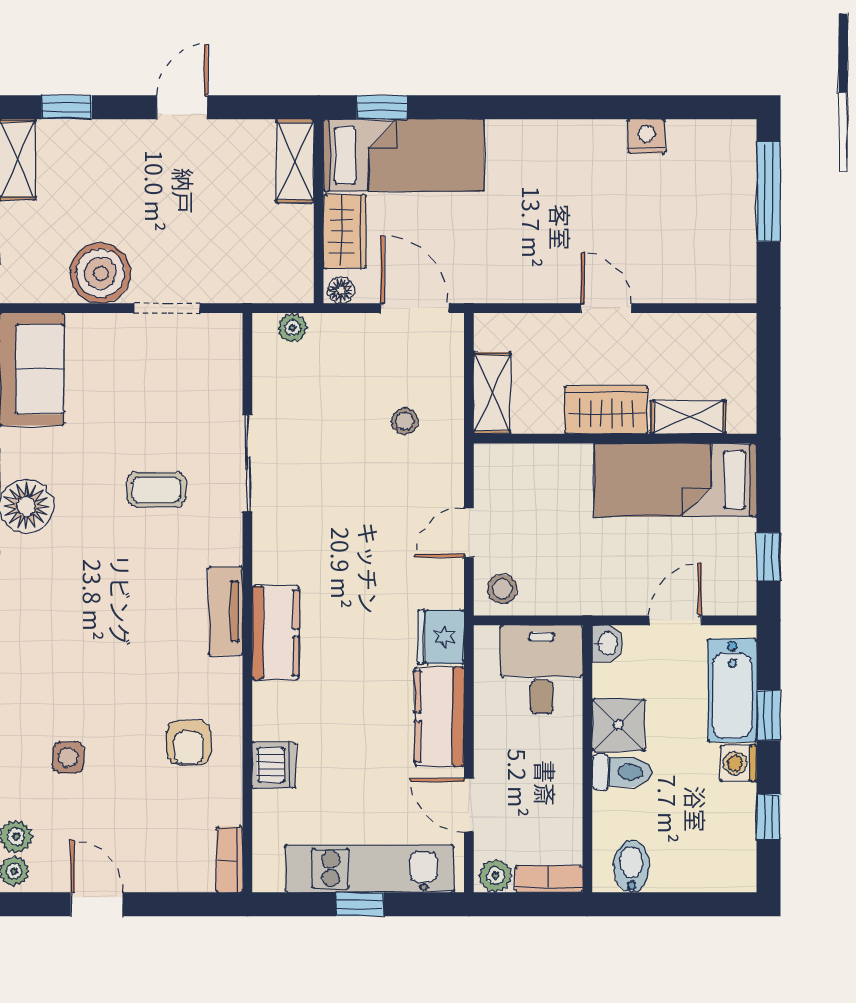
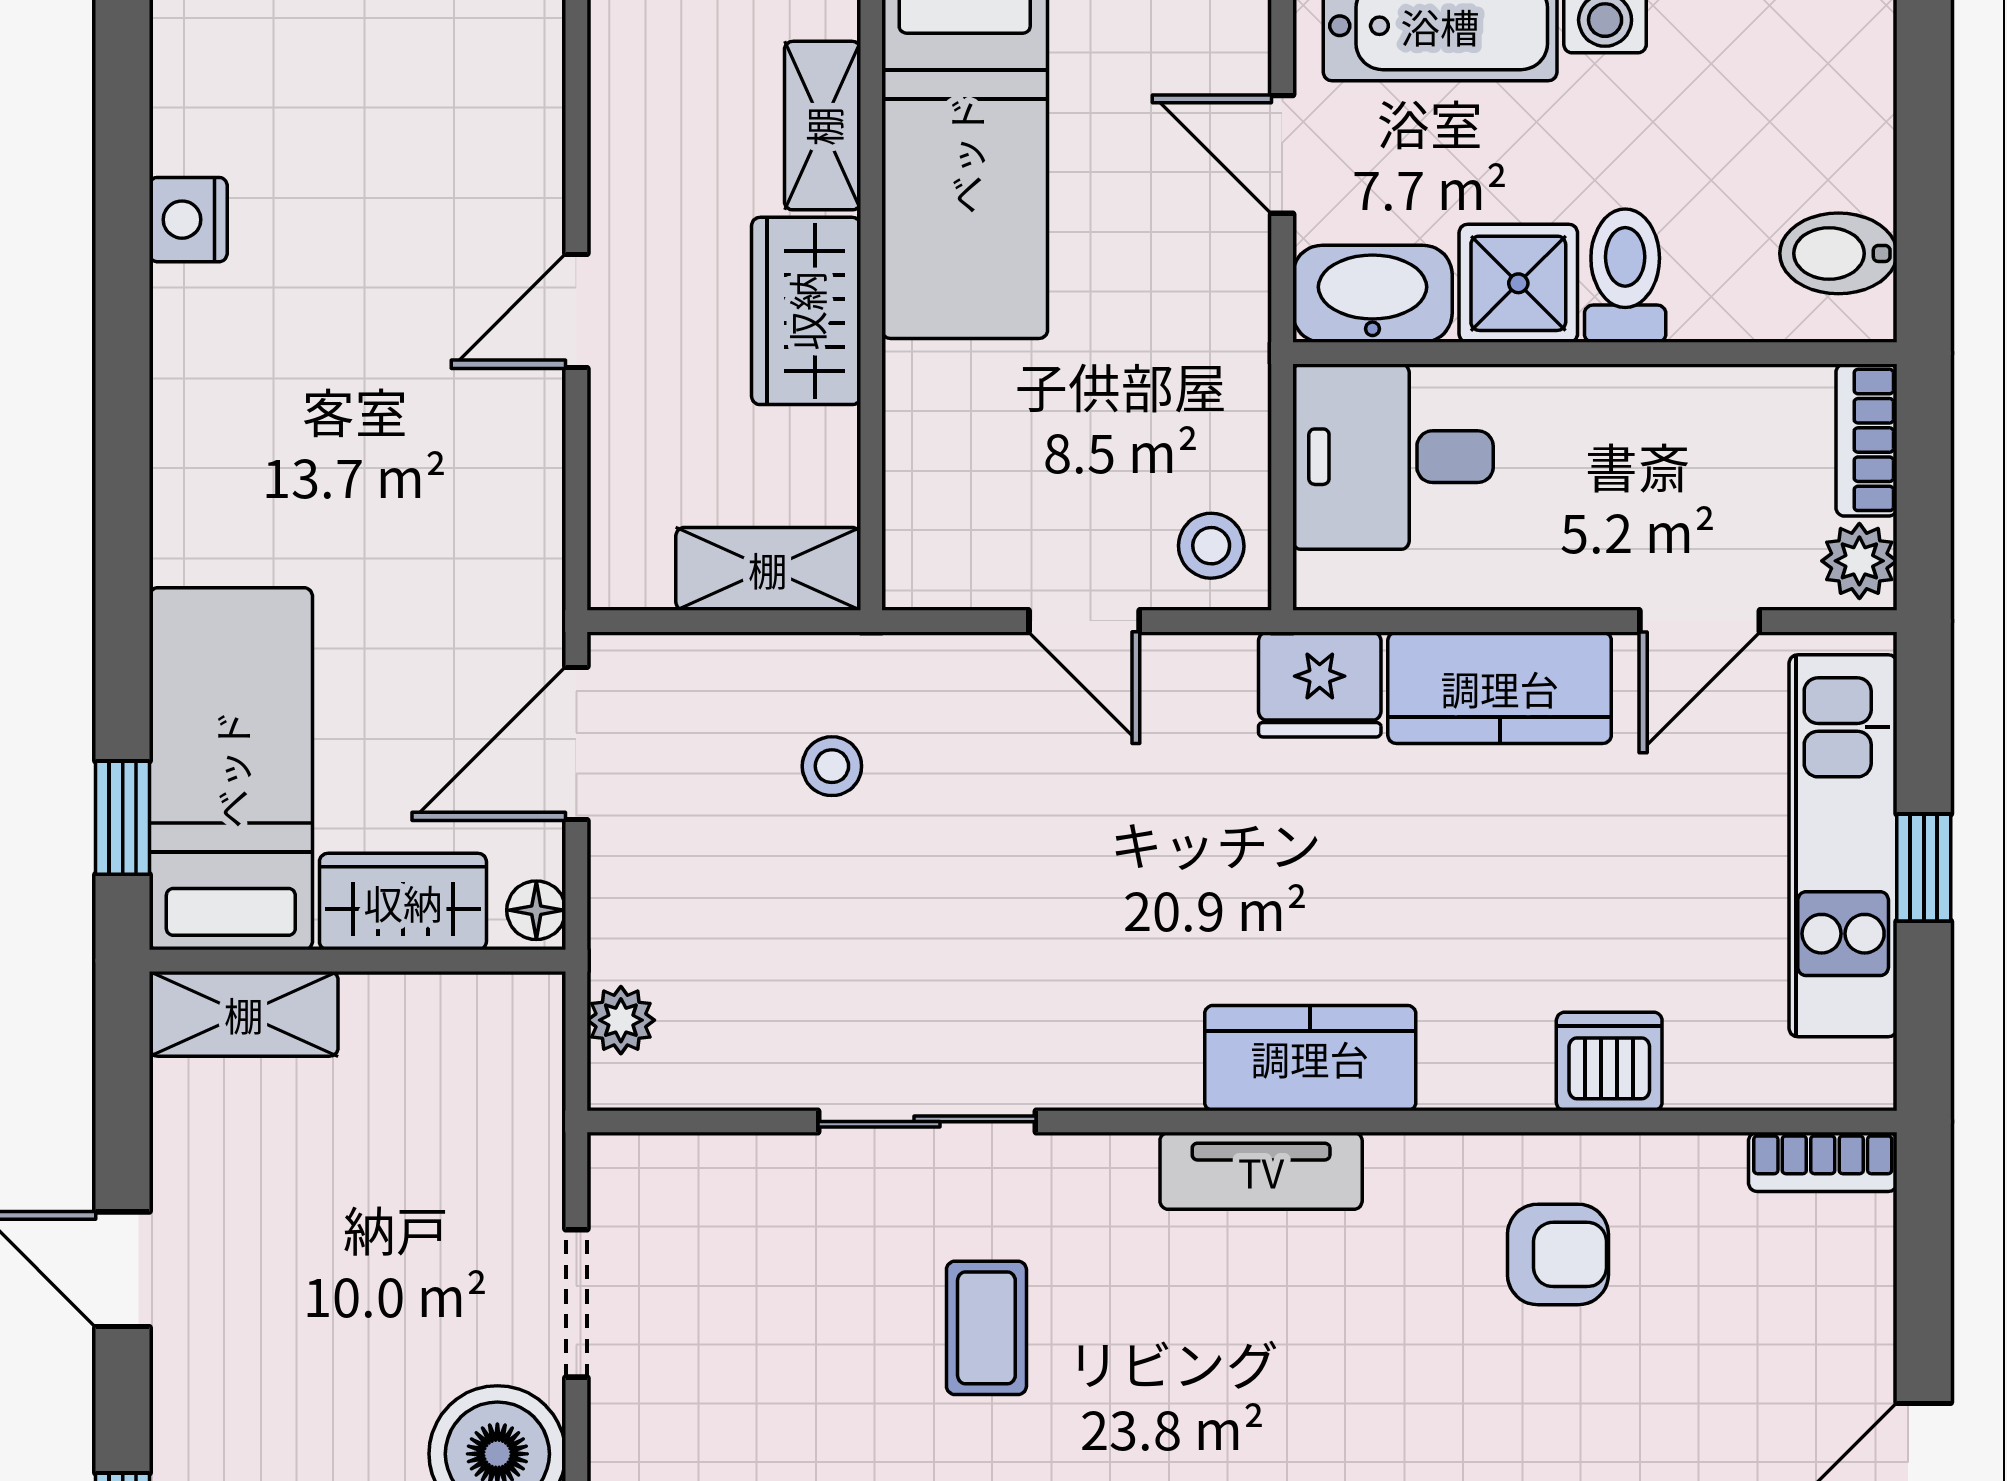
washbasin: (607, 644) -> (1372, 294), width x1.91, depth x1.45

